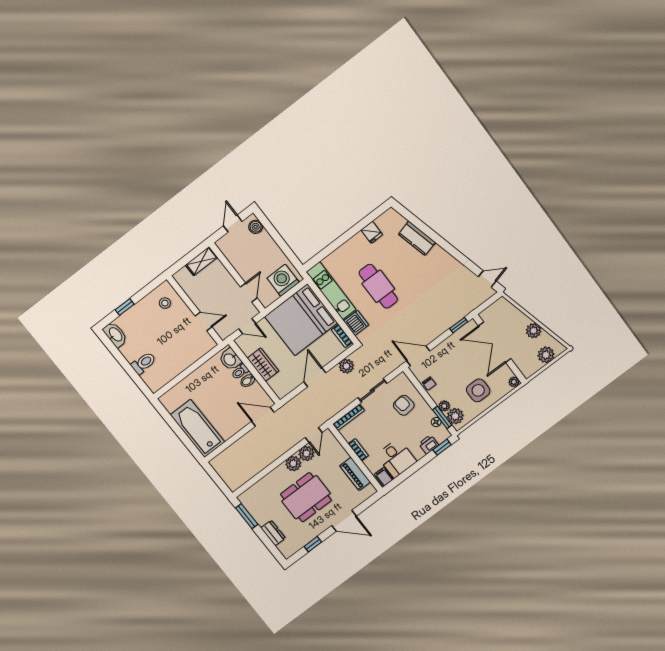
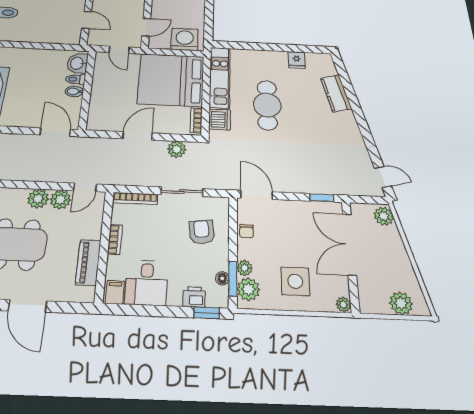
plant: (534, 331) -> (384, 216), moved
wardrobe: (263, 365) -> (101, 89), removed

